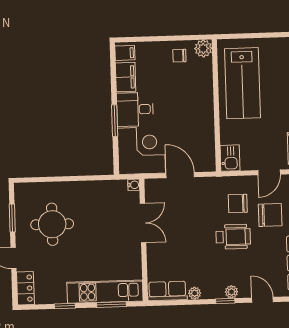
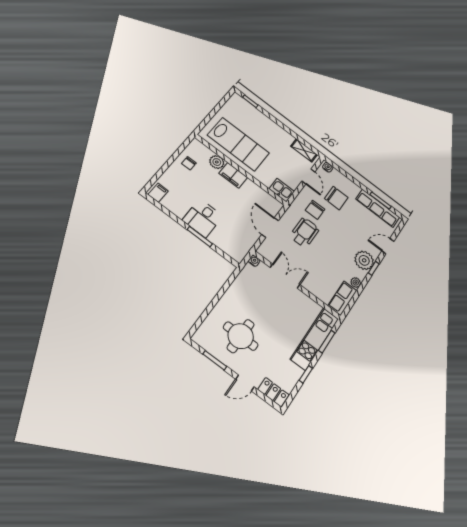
plant: (203, 48) -> (217, 162), moved
filing cabinet: (126, 77) -> (233, 175), moved, turned 180
corner desk: (141, 151) -> (234, 237), removed
door: (180, 175) -> (270, 228), hinge flipped
chair: (270, 215) -> (336, 198), turned 90
wheelchair: (233, 237) -> (305, 232), moved
plant: (231, 292) -> (364, 260), width x1.88, depth x1.88

